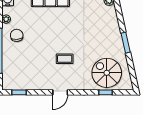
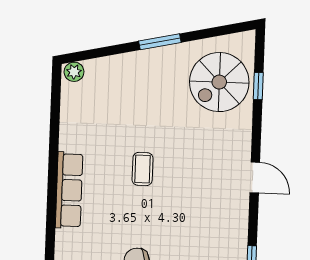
coffee table: (65, 59) -> (143, 169), moved

